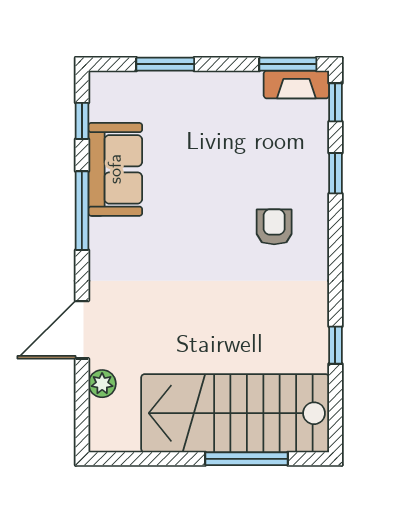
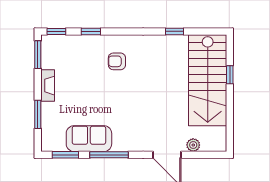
fireplace: (296, 84) -> (48, 86), moved
window: (82, 121) -> (65, 155), width x1.50
window: (246, 459) -> (230, 75), width x0.46

